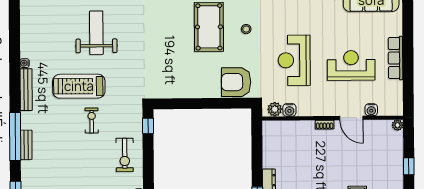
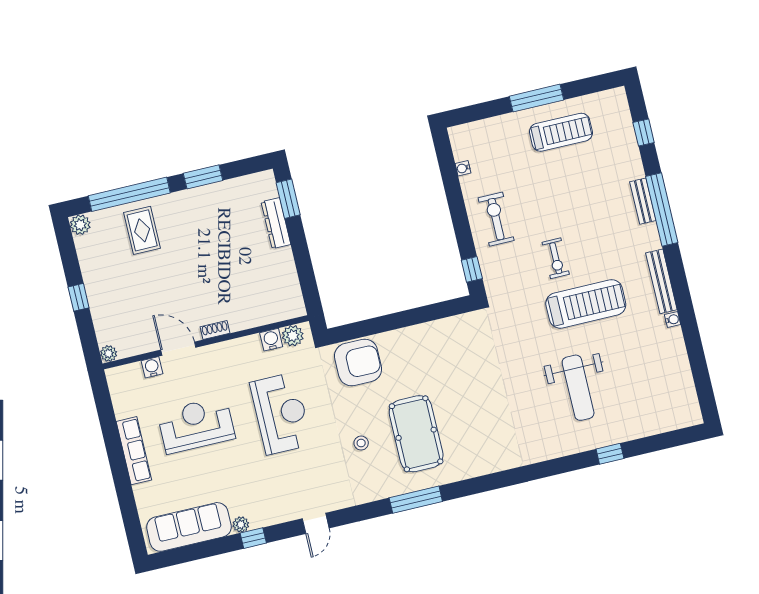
reception desk: (351, 65) -> (196, 425), turned 180

